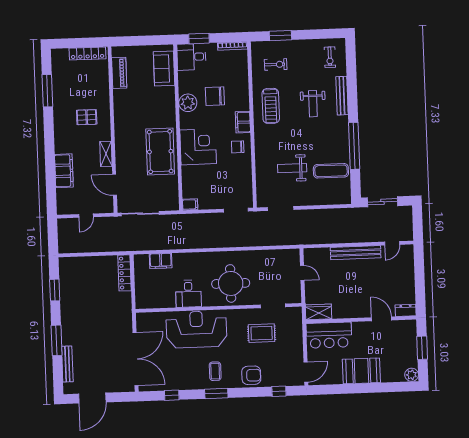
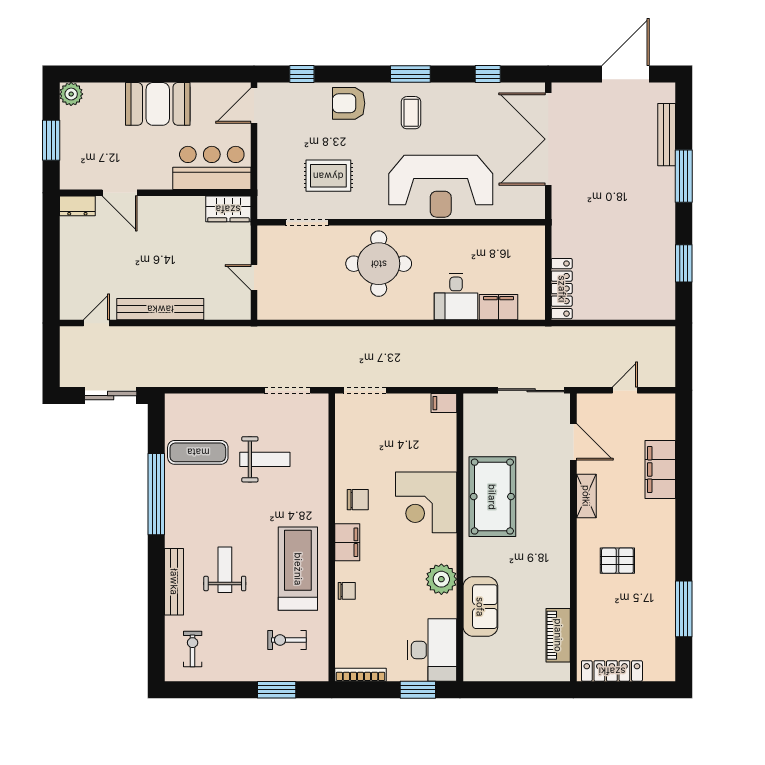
desk: (191, 57) -> (432, 650), width x1.37
sofa: (164, 69) -> (480, 607), moved
chair: (215, 96) -> (347, 591), moved, width x0.54, depth x0.54
treadmill: (271, 106) -> (298, 569), width x1.37, depth x1.38
desk: (188, 294) -> (456, 297), moved, turned 180

